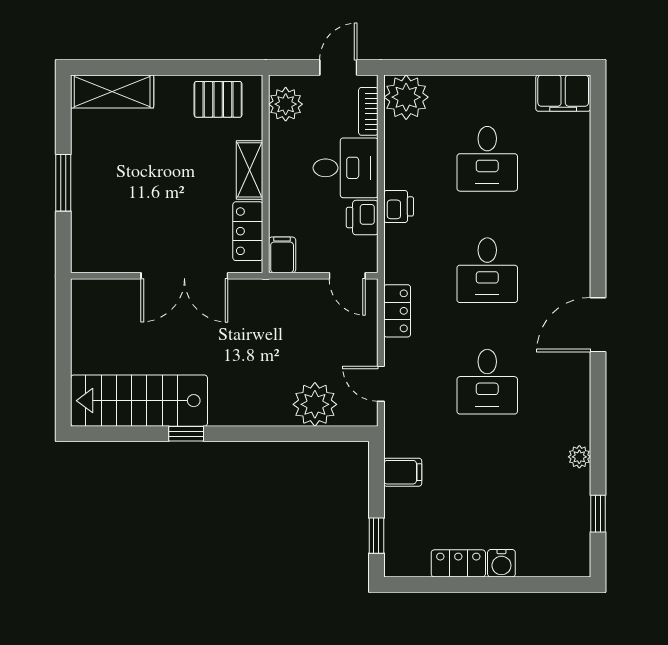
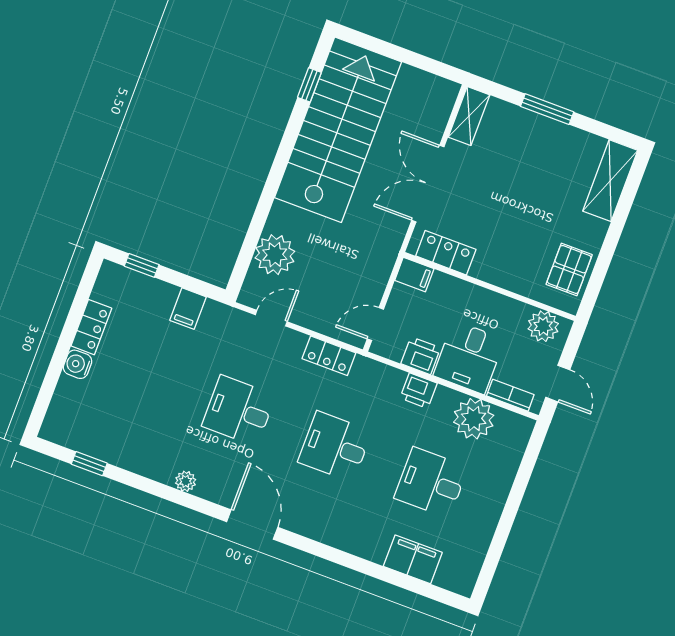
filing cabinet: (563, 93) -> (413, 559), moved, turned 90
plant: (406, 97) -> (474, 419), moved
shelving: (250, 170) -> (469, 116), moved, turned 90
stairs: (139, 401) -> (338, 130), width x1.36, depth x1.51
window: (186, 434) -> (309, 85), moved
plant: (579, 457) -> (186, 481), moved

